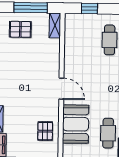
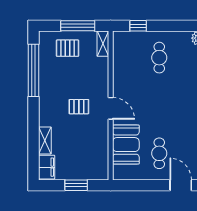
pallet: (45, 131) -> (79, 107), moved, turned 90

